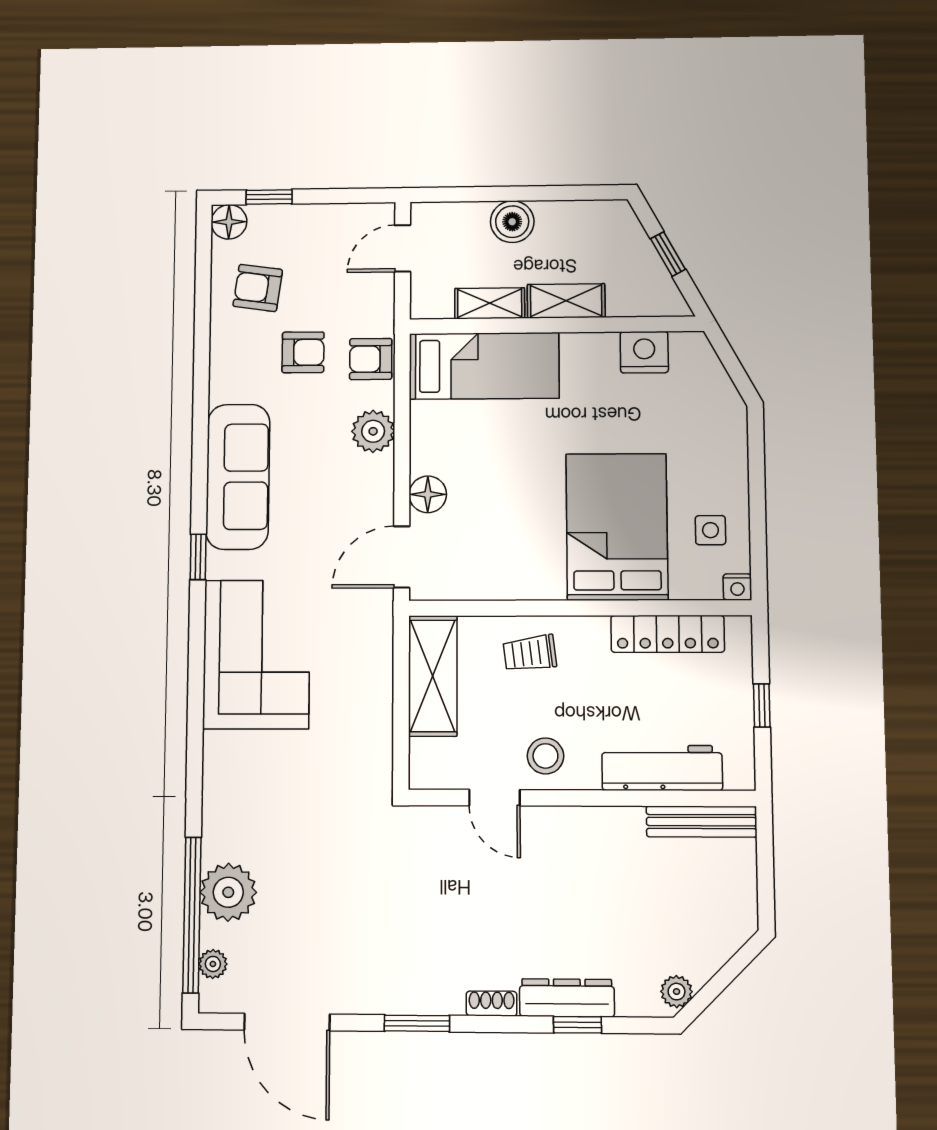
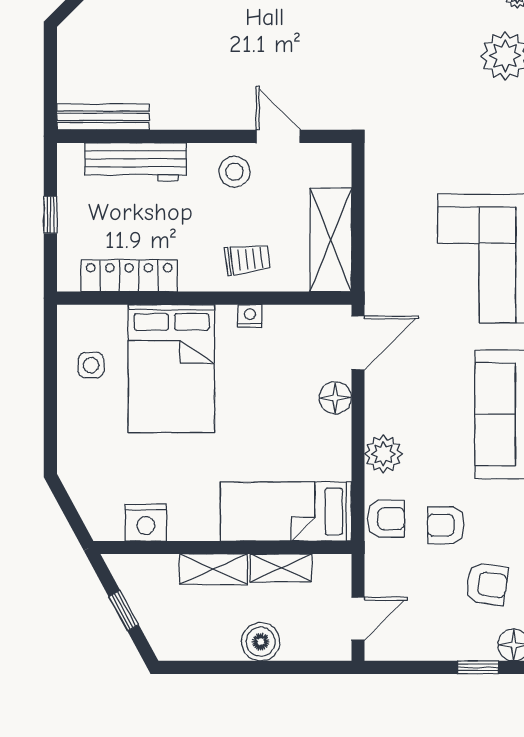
nightstand: (737, 587) -> (250, 316), moved

